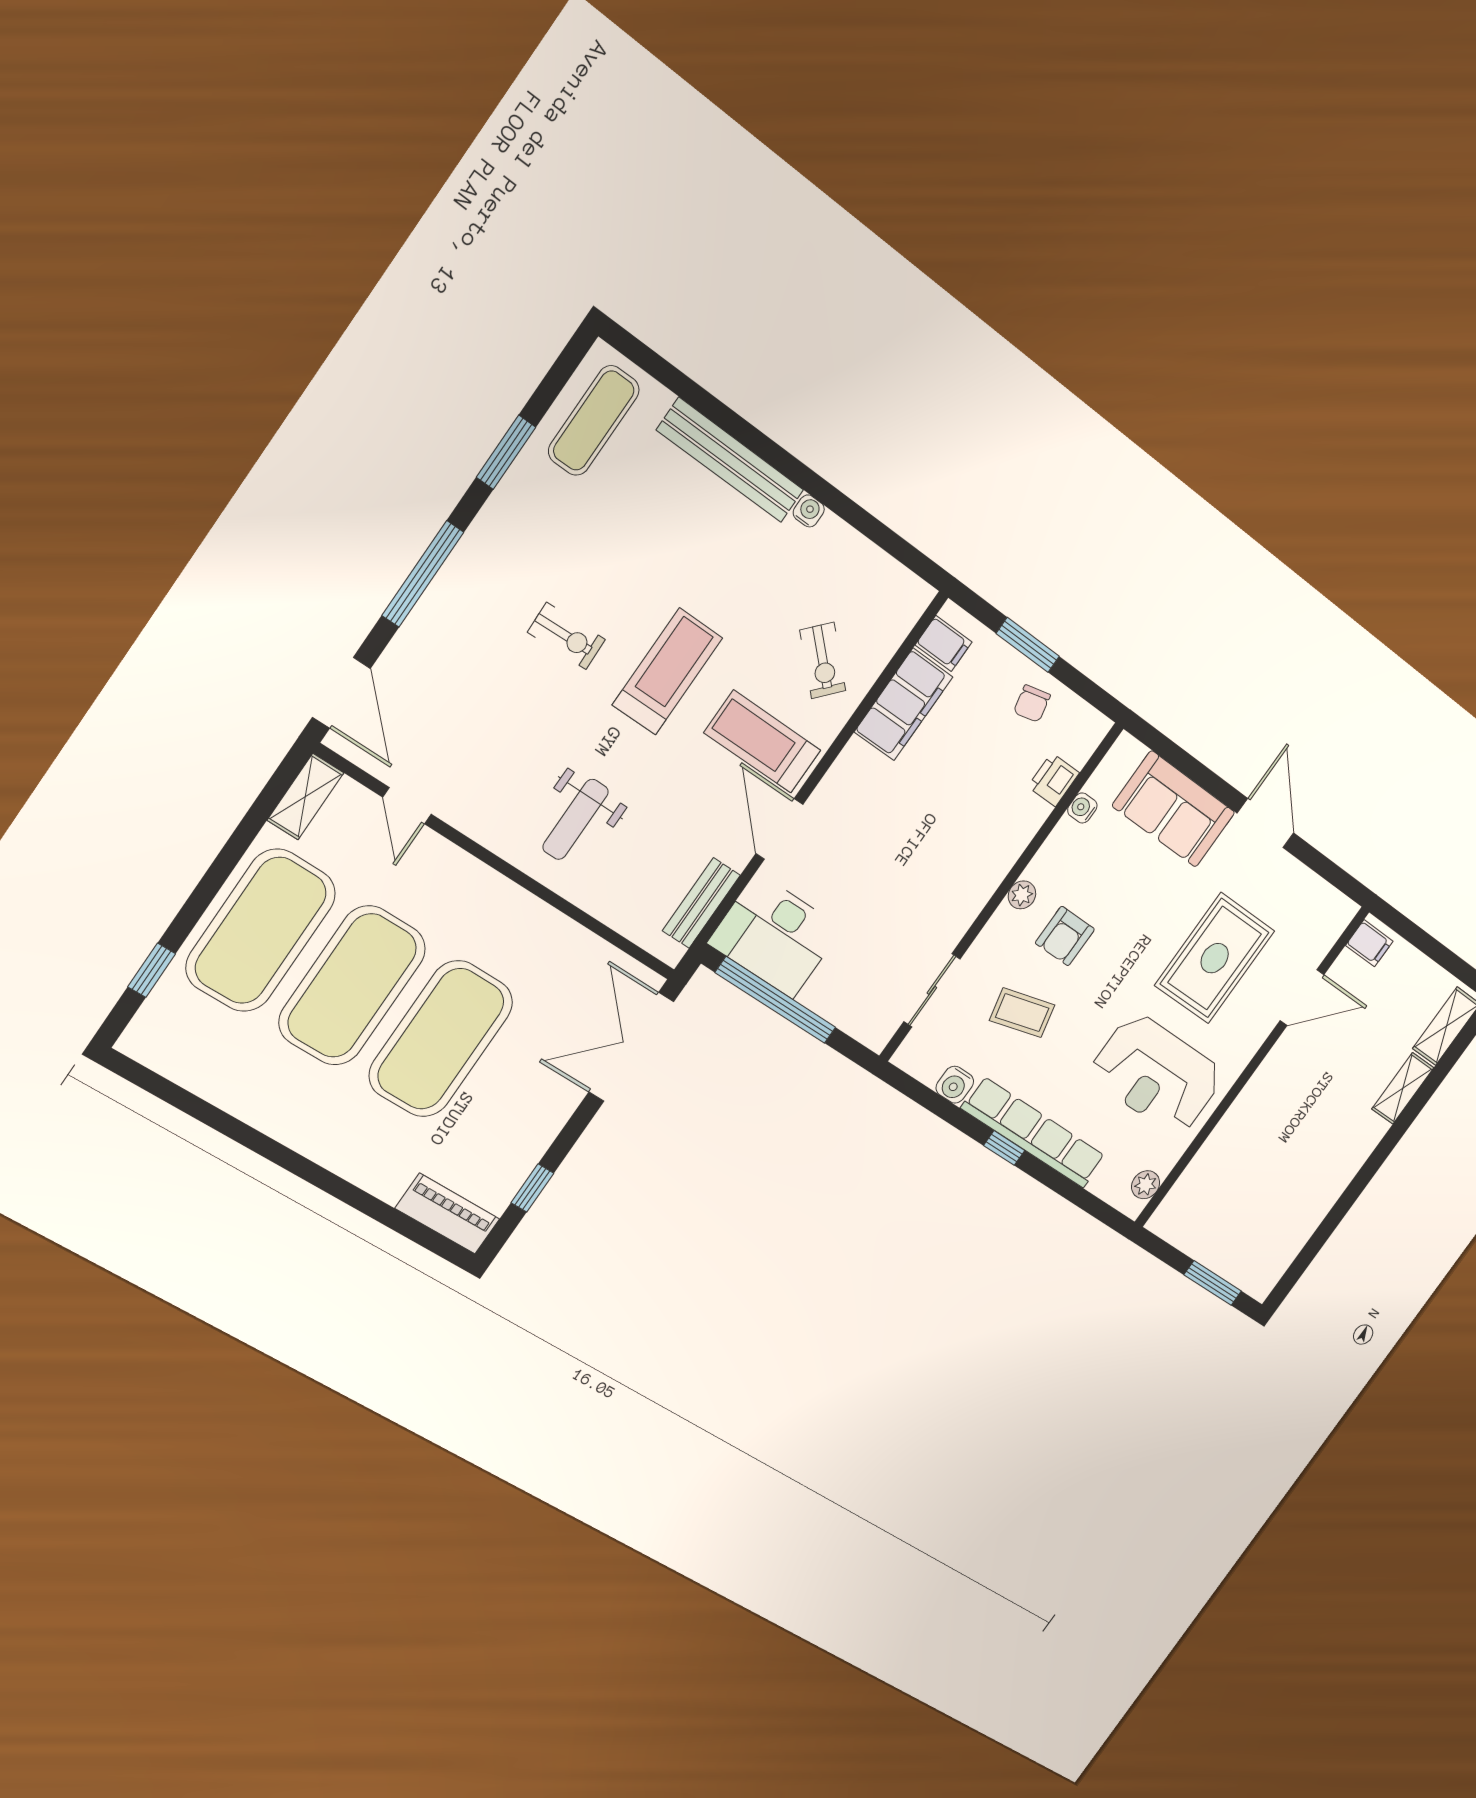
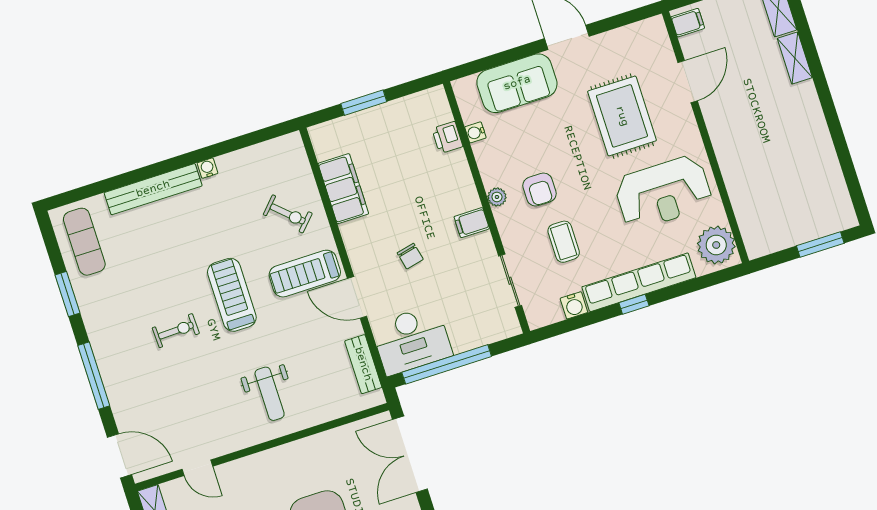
filing cabinet: (944, 643) -> (472, 223), moved, turned 180
chair: (1032, 704) -> (410, 256), moved
coffee table: (1022, 1013) -> (564, 242), turned -76
plant: (1146, 1185) -> (716, 245), width x1.87, depth x1.87

